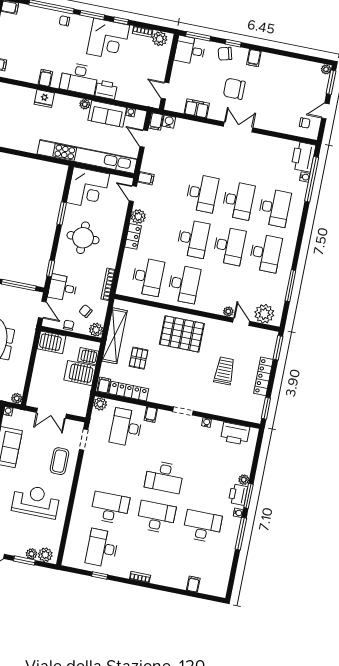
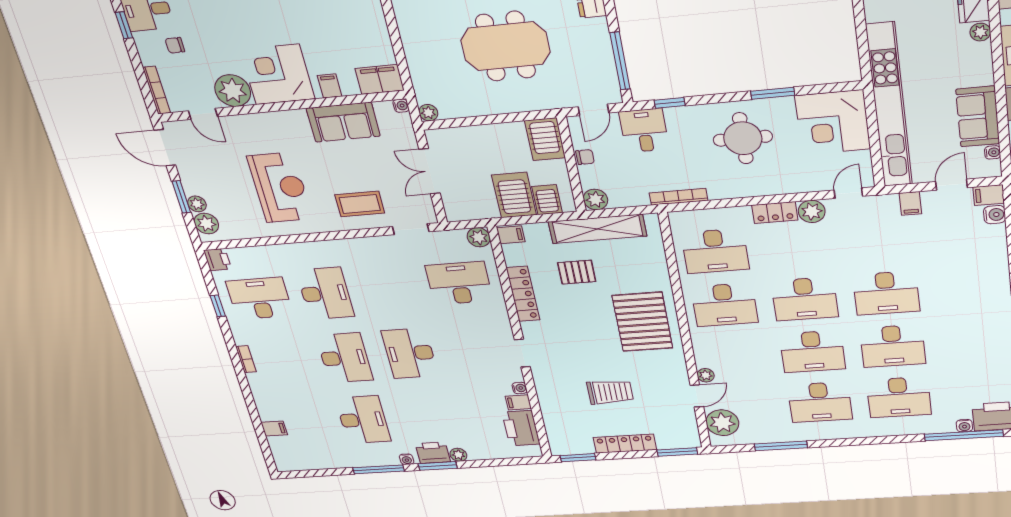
plant: (85, 104) -> (980, 32), moved
filing cabinet: (146, 178) -> (910, 203), moved
chair: (86, 311) -> (620, 176), removed
locker: (129, 391) -> (523, 294), moved
filing cabinet: (151, 414) -> (518, 402), moved
printer: (70, 560) -> (217, 260), added

